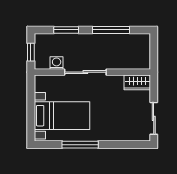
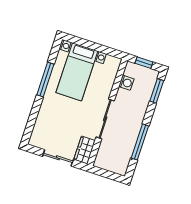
window: (66, 30) -> (157, 91), moved
sliding door: (85, 72) -> (105, 119), moved
sliding door: (154, 118) -> (58, 158), moved

